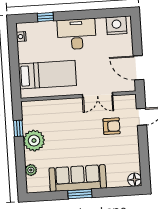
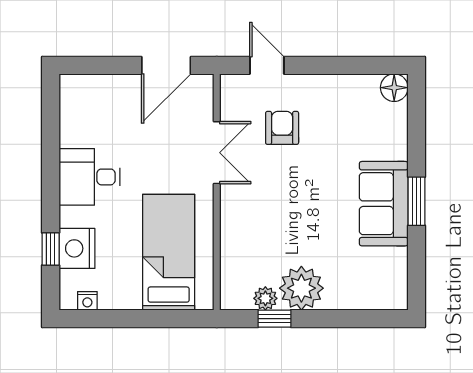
nightstand: (117, 26) -> (77, 248), moved
desk: (77, 34) -> (90, 177), width x0.73
plant: (31, 170) -> (265, 298), moved
sofa: (78, 178) -> (384, 204), width x0.73

